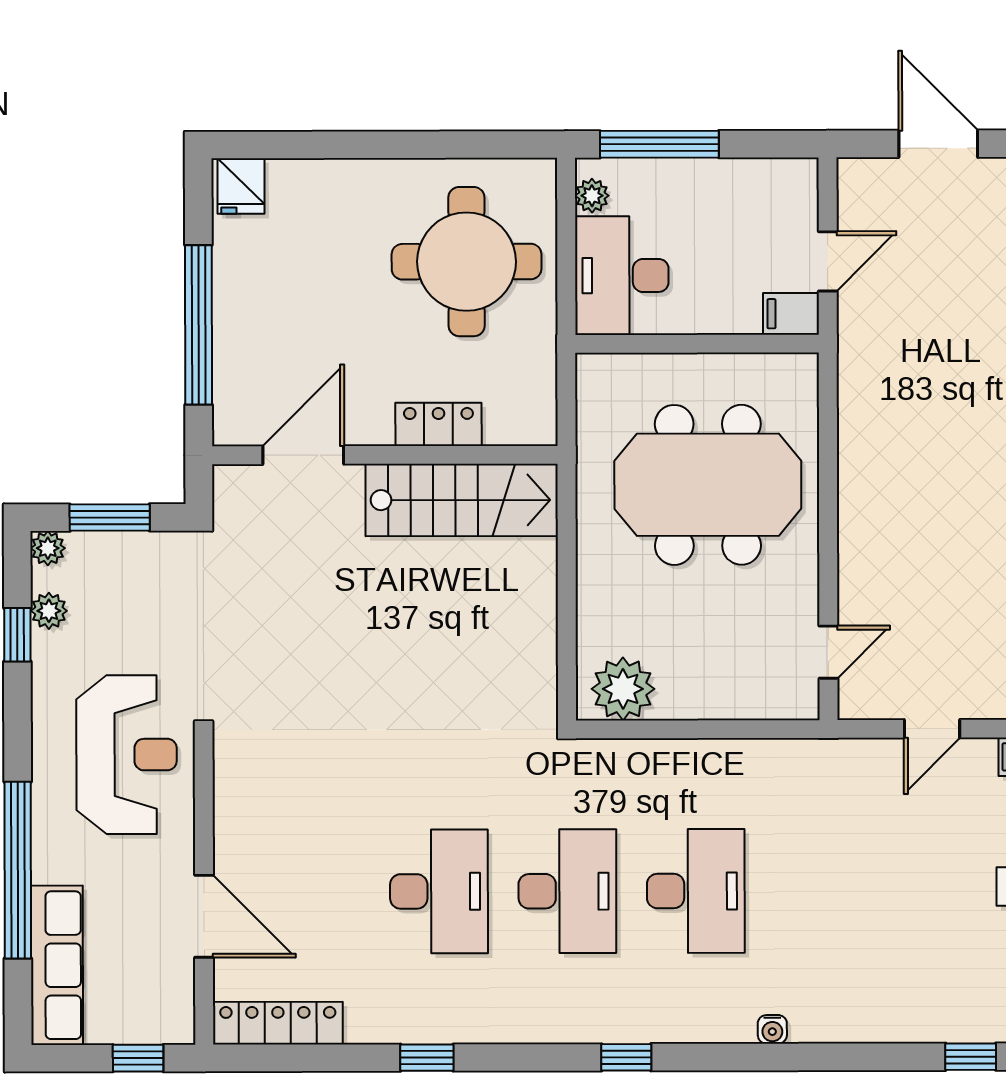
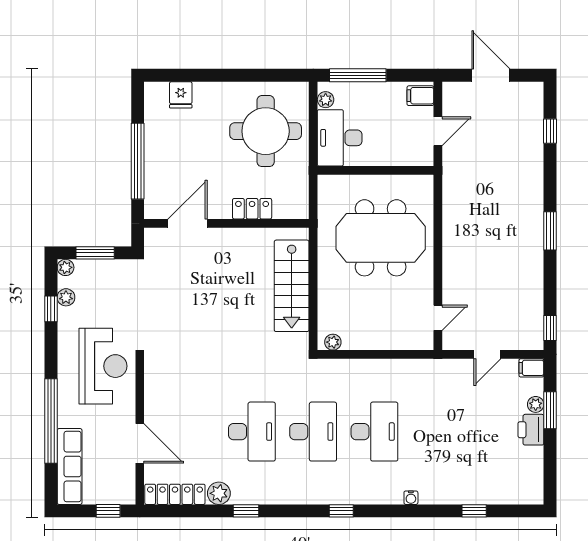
fridge: (241, 186) -> (181, 95), moved
filing cabinet: (791, 314) -> (420, 96), moved
stairs: (462, 500) -> (292, 286), moved, turned 90
plant: (623, 689) -> (333, 342), width x0.53, depth x0.53
plant: (370, 1021) -> (219, 493), added
window: (971, 1057) -> (474, 511), moved

